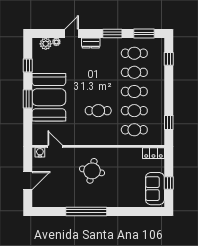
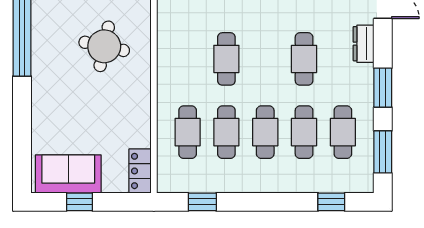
cafe table: (98, 72) -> (304, 59), added

